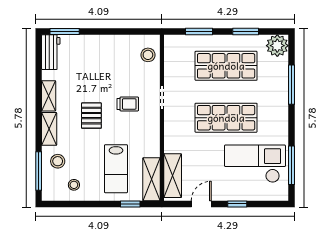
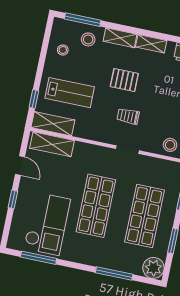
trolley: (128, 104) -> (128, 116), turned 90
lab bench: (116, 169) -> (70, 93), turned 180

